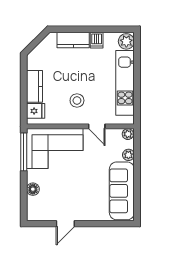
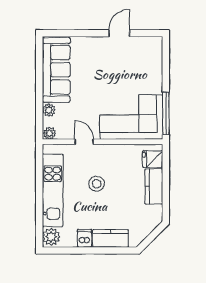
stool: (77, 100) -> (97, 184), moved
floor lamp: (33, 189) -> (156, 72), removed

